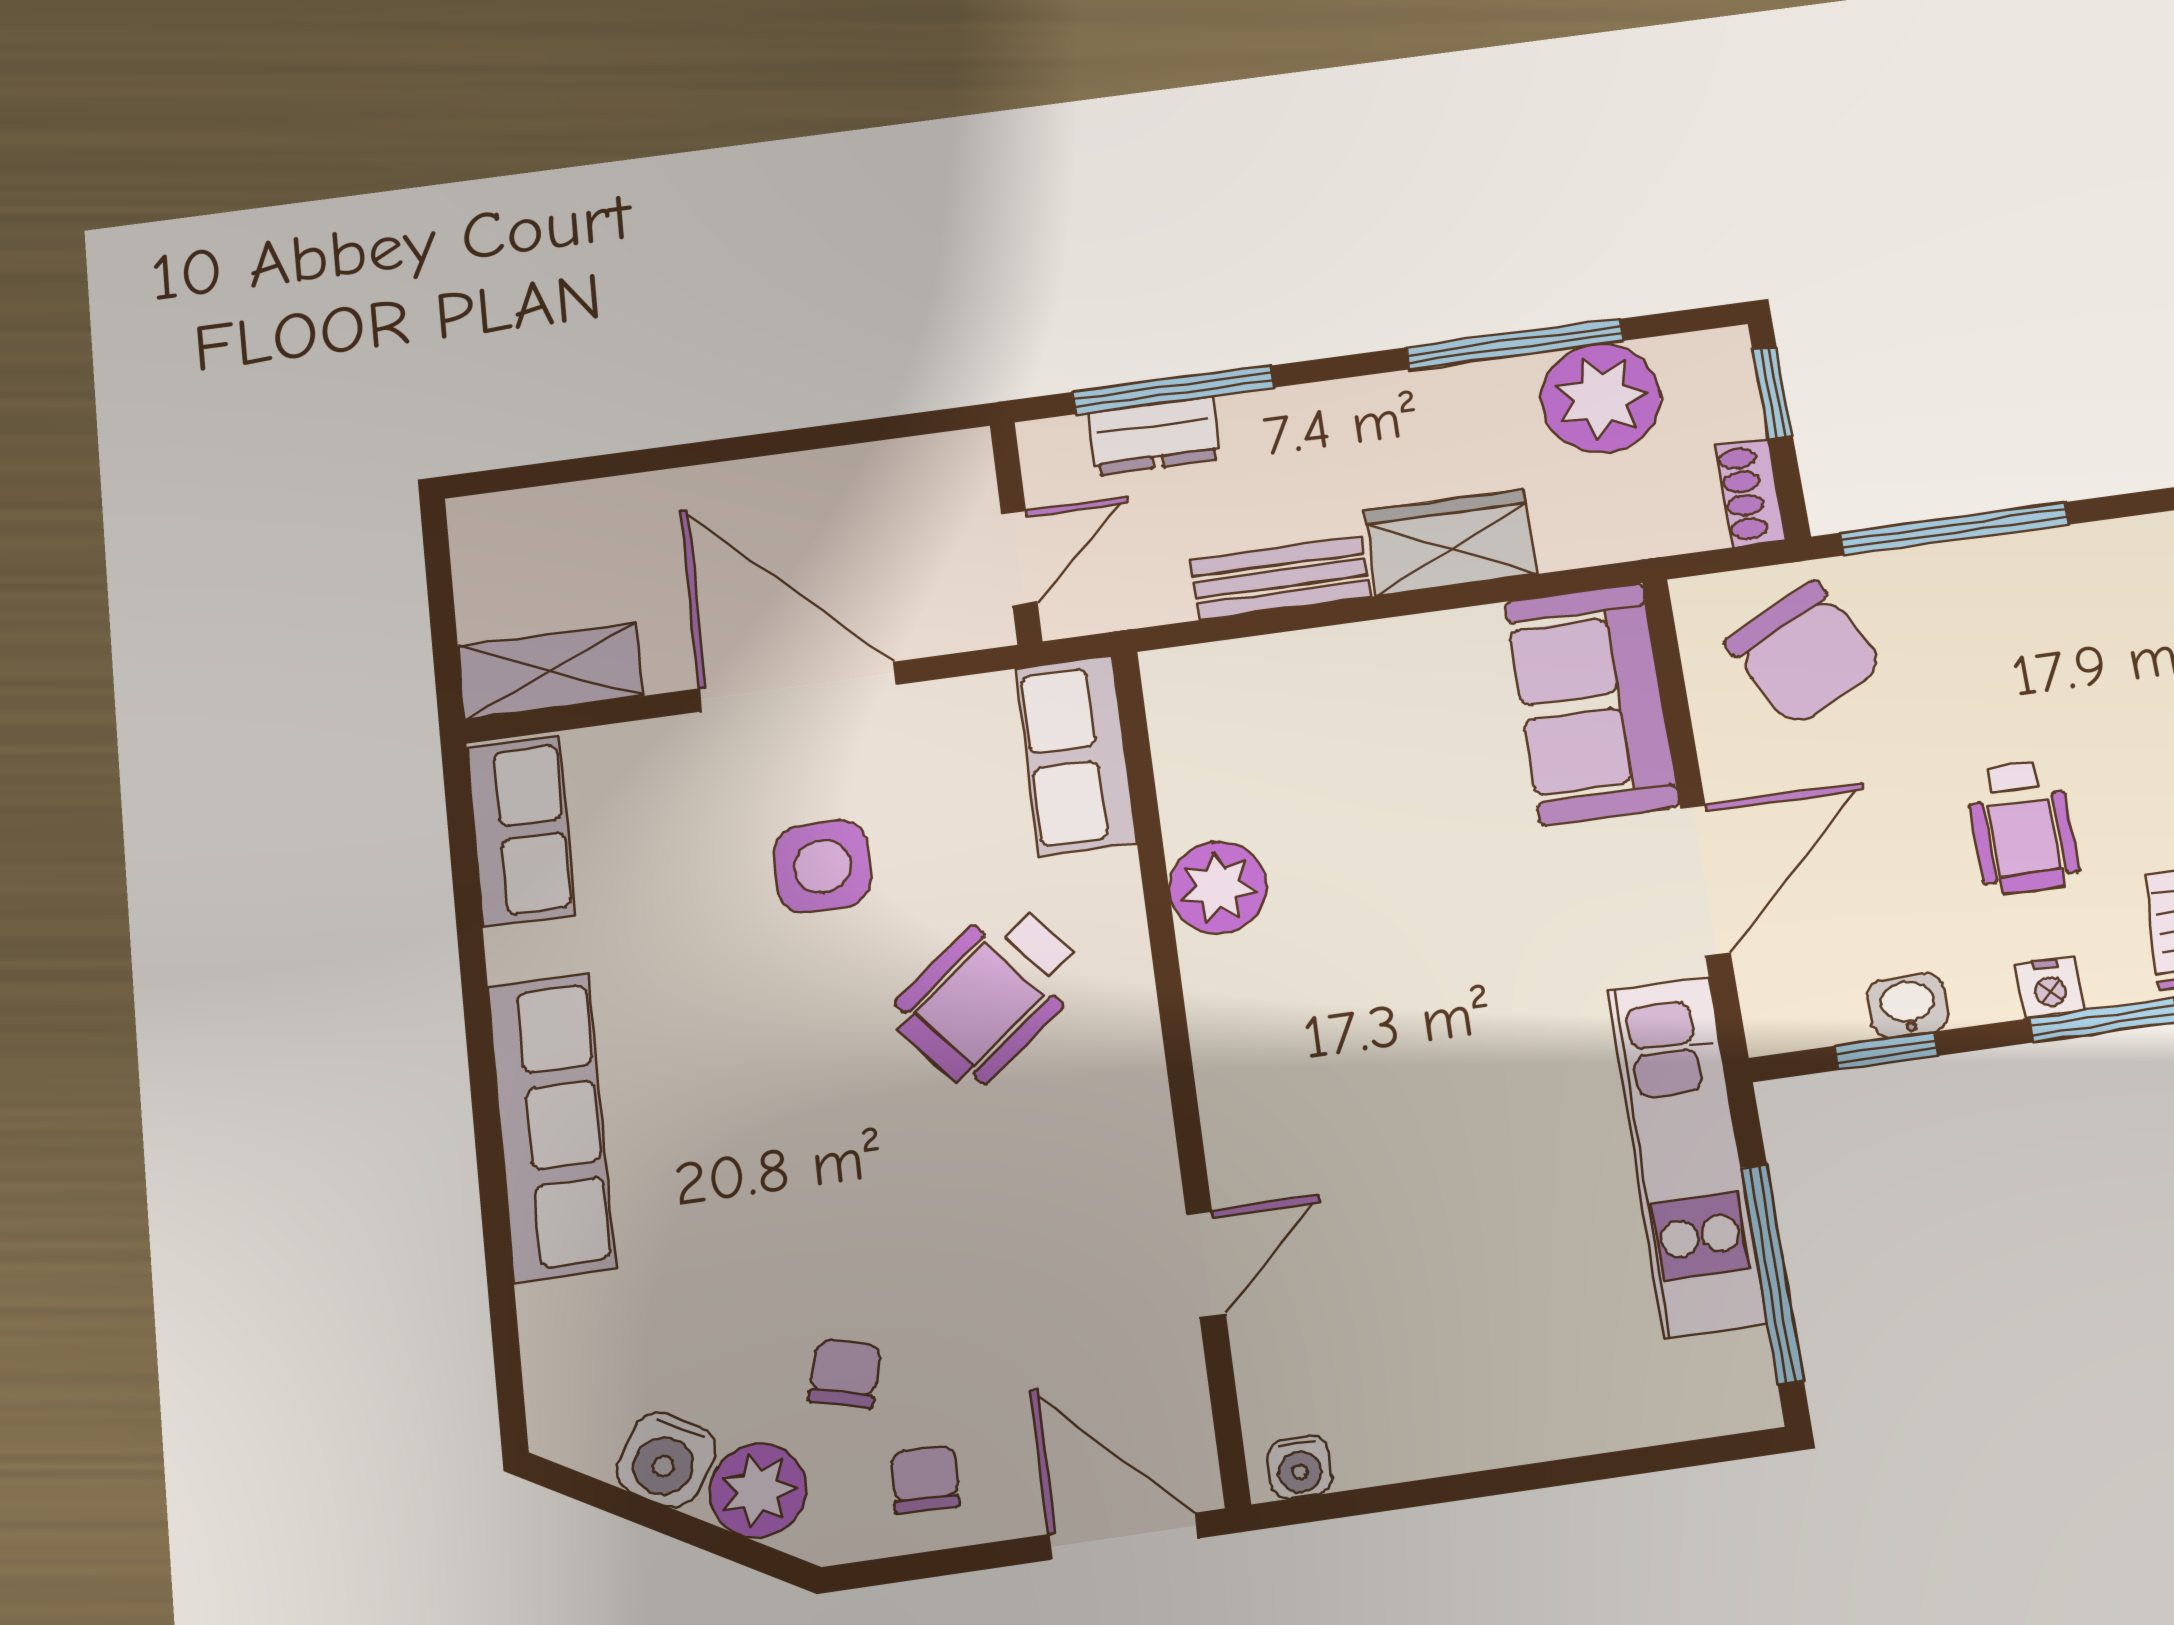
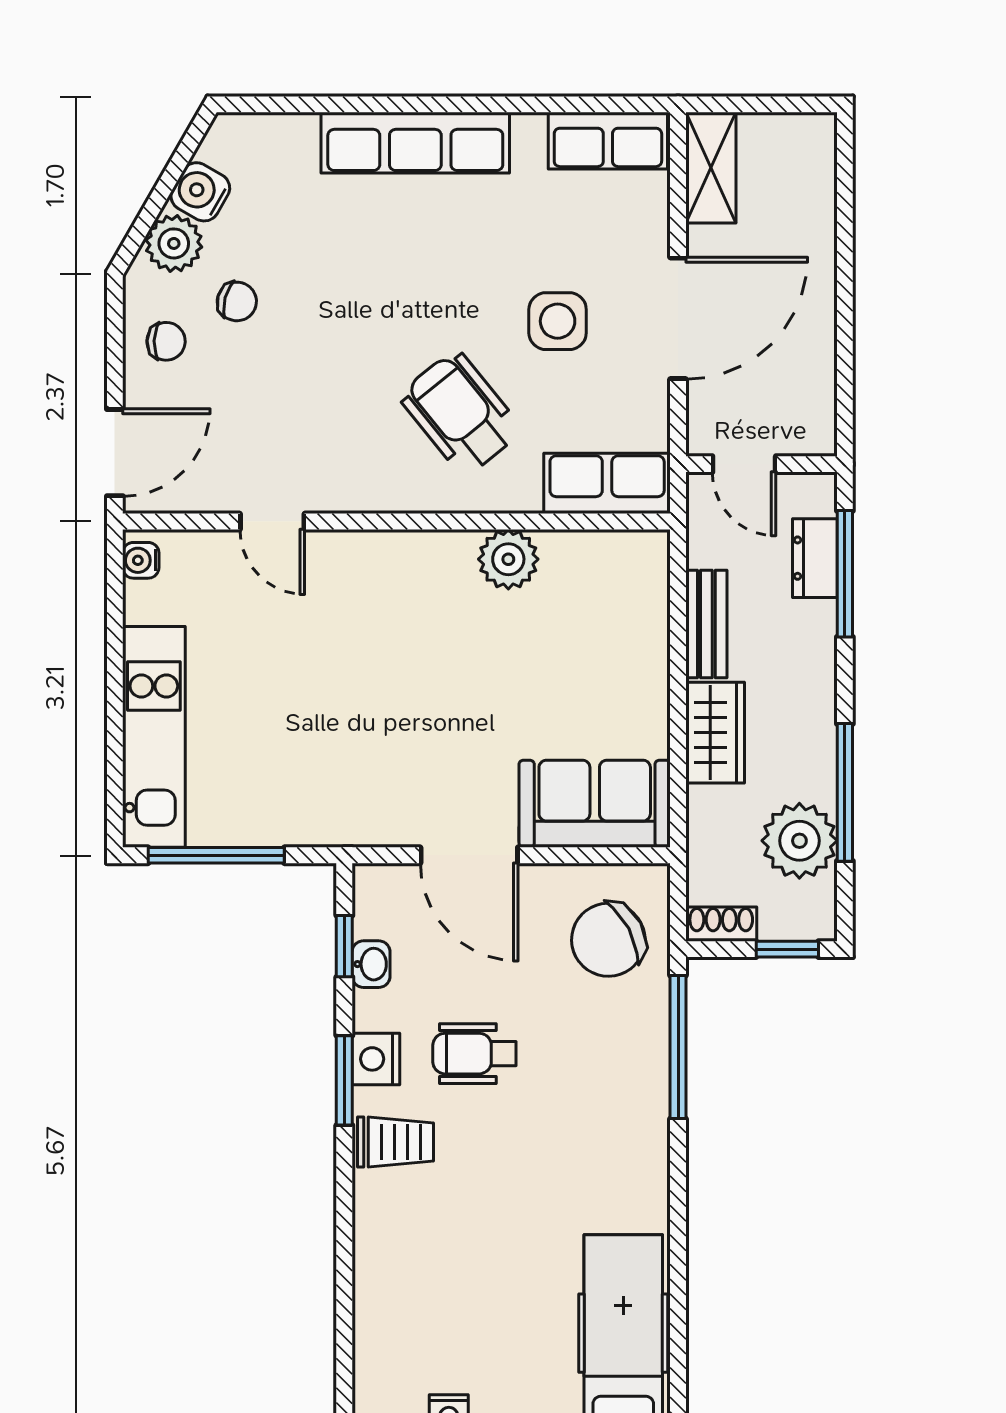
nightstand: (2050, 987) -> (376, 1059), width x1.39, depth x1.35
kitchen unit: (1687, 1156) -> (154, 737), moved, turned 90

